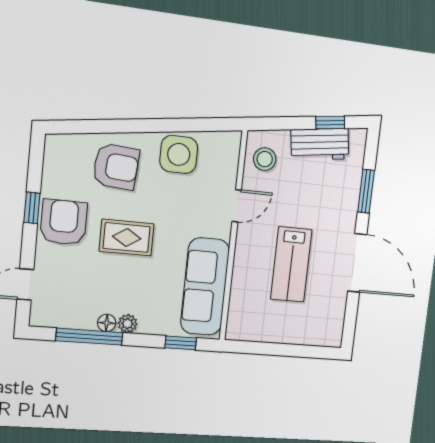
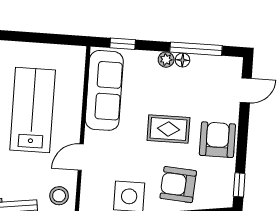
window: (32, 208) -> (239, 185), moved
armchair: (64, 222) -> (217, 140), turned 180
lab bench: (291, 264) -> (33, 110), width x1.36, depth x1.39

